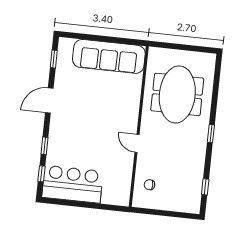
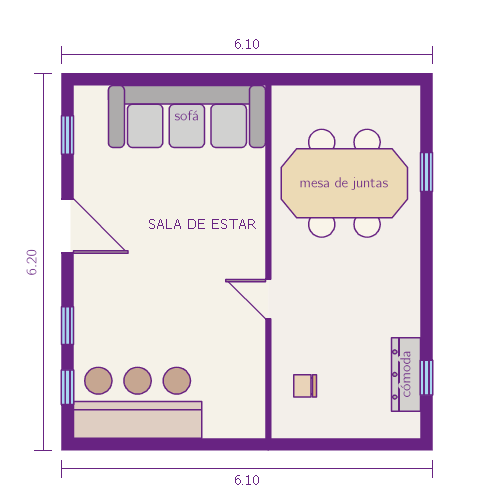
meeting table: (177, 94) -> (344, 183), turned 90
door: (49, 100) -> (68, 226), swing flipped
window: (211, 134) -> (427, 172), moved
dresser: (196, 184) -> (406, 374), added

